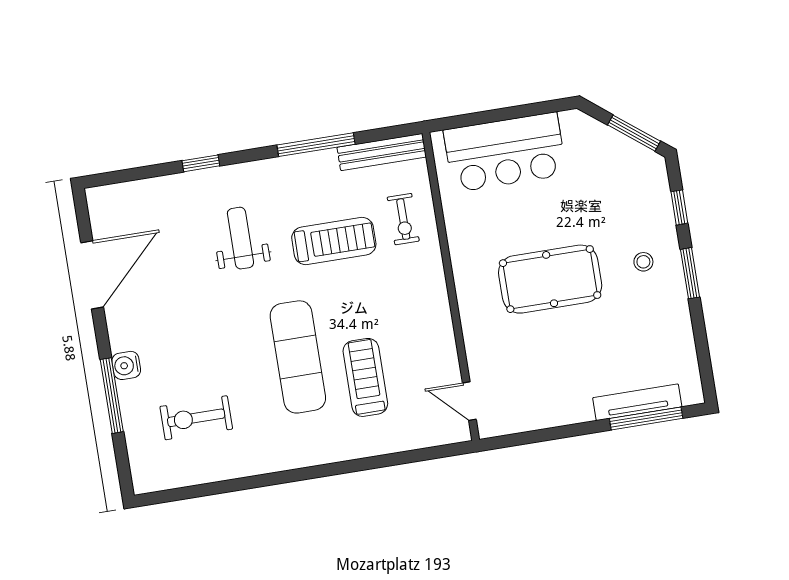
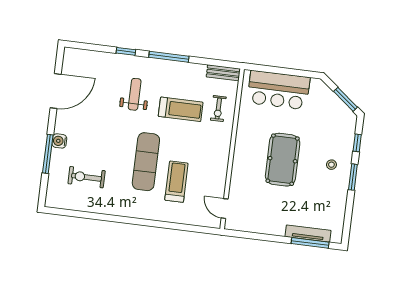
window: (316, 145) -> (169, 57), moved
bench: (382, 152) -> (223, 73), width x0.73
pool table: (550, 279) -> (283, 160), turned 90

